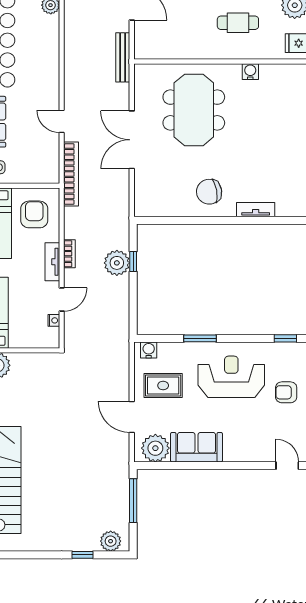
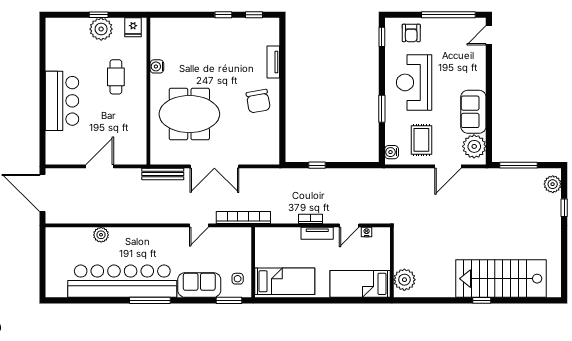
bench: (123, 57) -> (163, 174), moved
armchair: (34, 214) -> (277, 248), removed
plant: (117, 263) -> (318, 179), removed
door: (62, 300) -> (349, 225), swing flipped
armchair: (286, 392) -> (411, 33), moved

